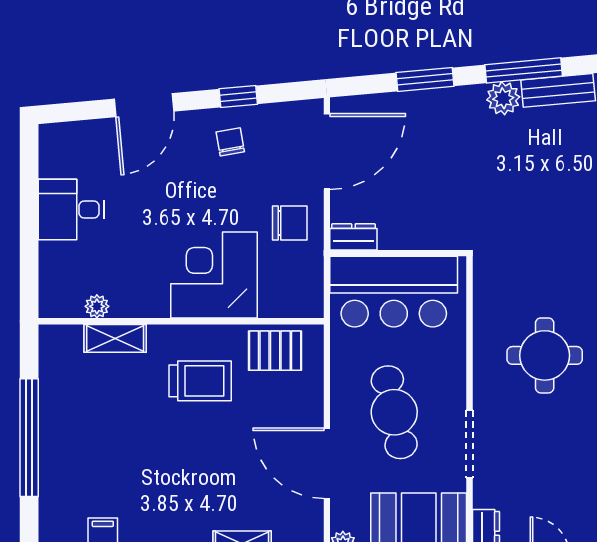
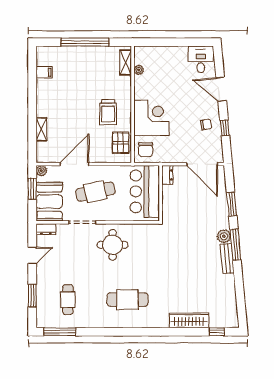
desk: (71, 210) -> (201, 59), moved
chair: (290, 223) -> (146, 150), moved
shelving: (115, 338) -> (126, 62), moved
round table: (545, 355) -> (113, 245), moved

